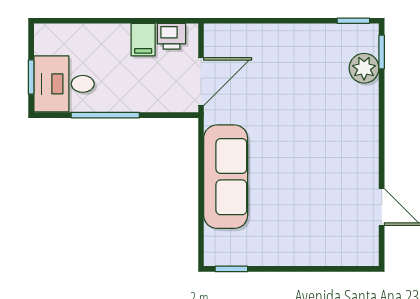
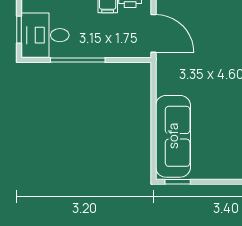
door: (201, 82) -> (154, 33), hinge flipped
sofa: (226, 177) -> (173, 136), moved

